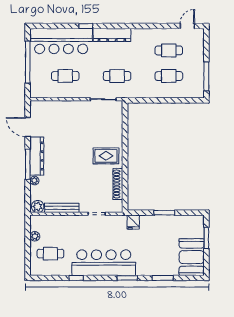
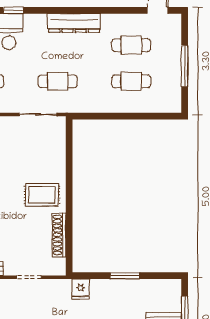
dresser: (112, 35) -> (74, 23), moved
window: (206, 76) -> (185, 66), moved

